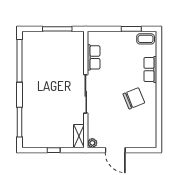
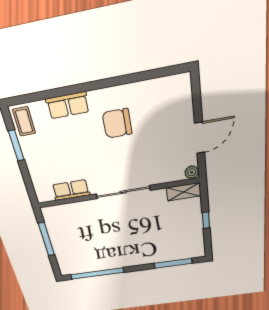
chair: (134, 98) -> (117, 123), turned -68

